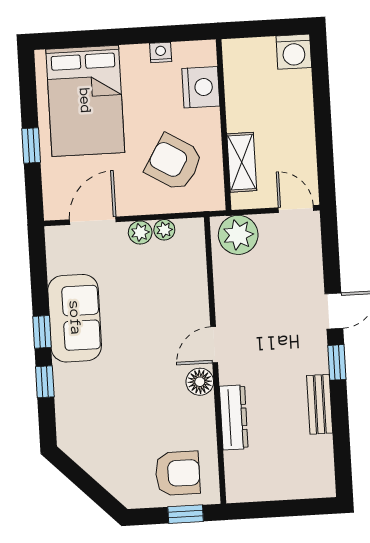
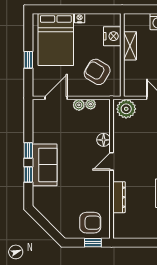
nightstand: (161, 52) -> (80, 18), moved
shelving: (242, 162) -> (130, 46), moved
sofa: (75, 318) -> (45, 165), moved
floor lamp: (200, 382) -> (104, 140), moved

